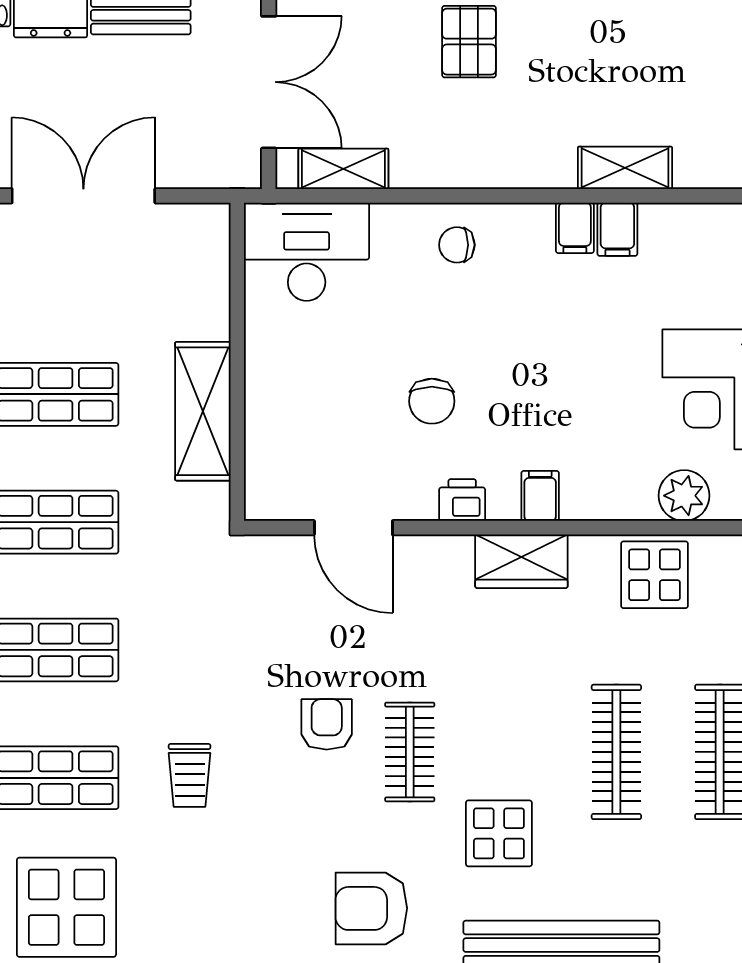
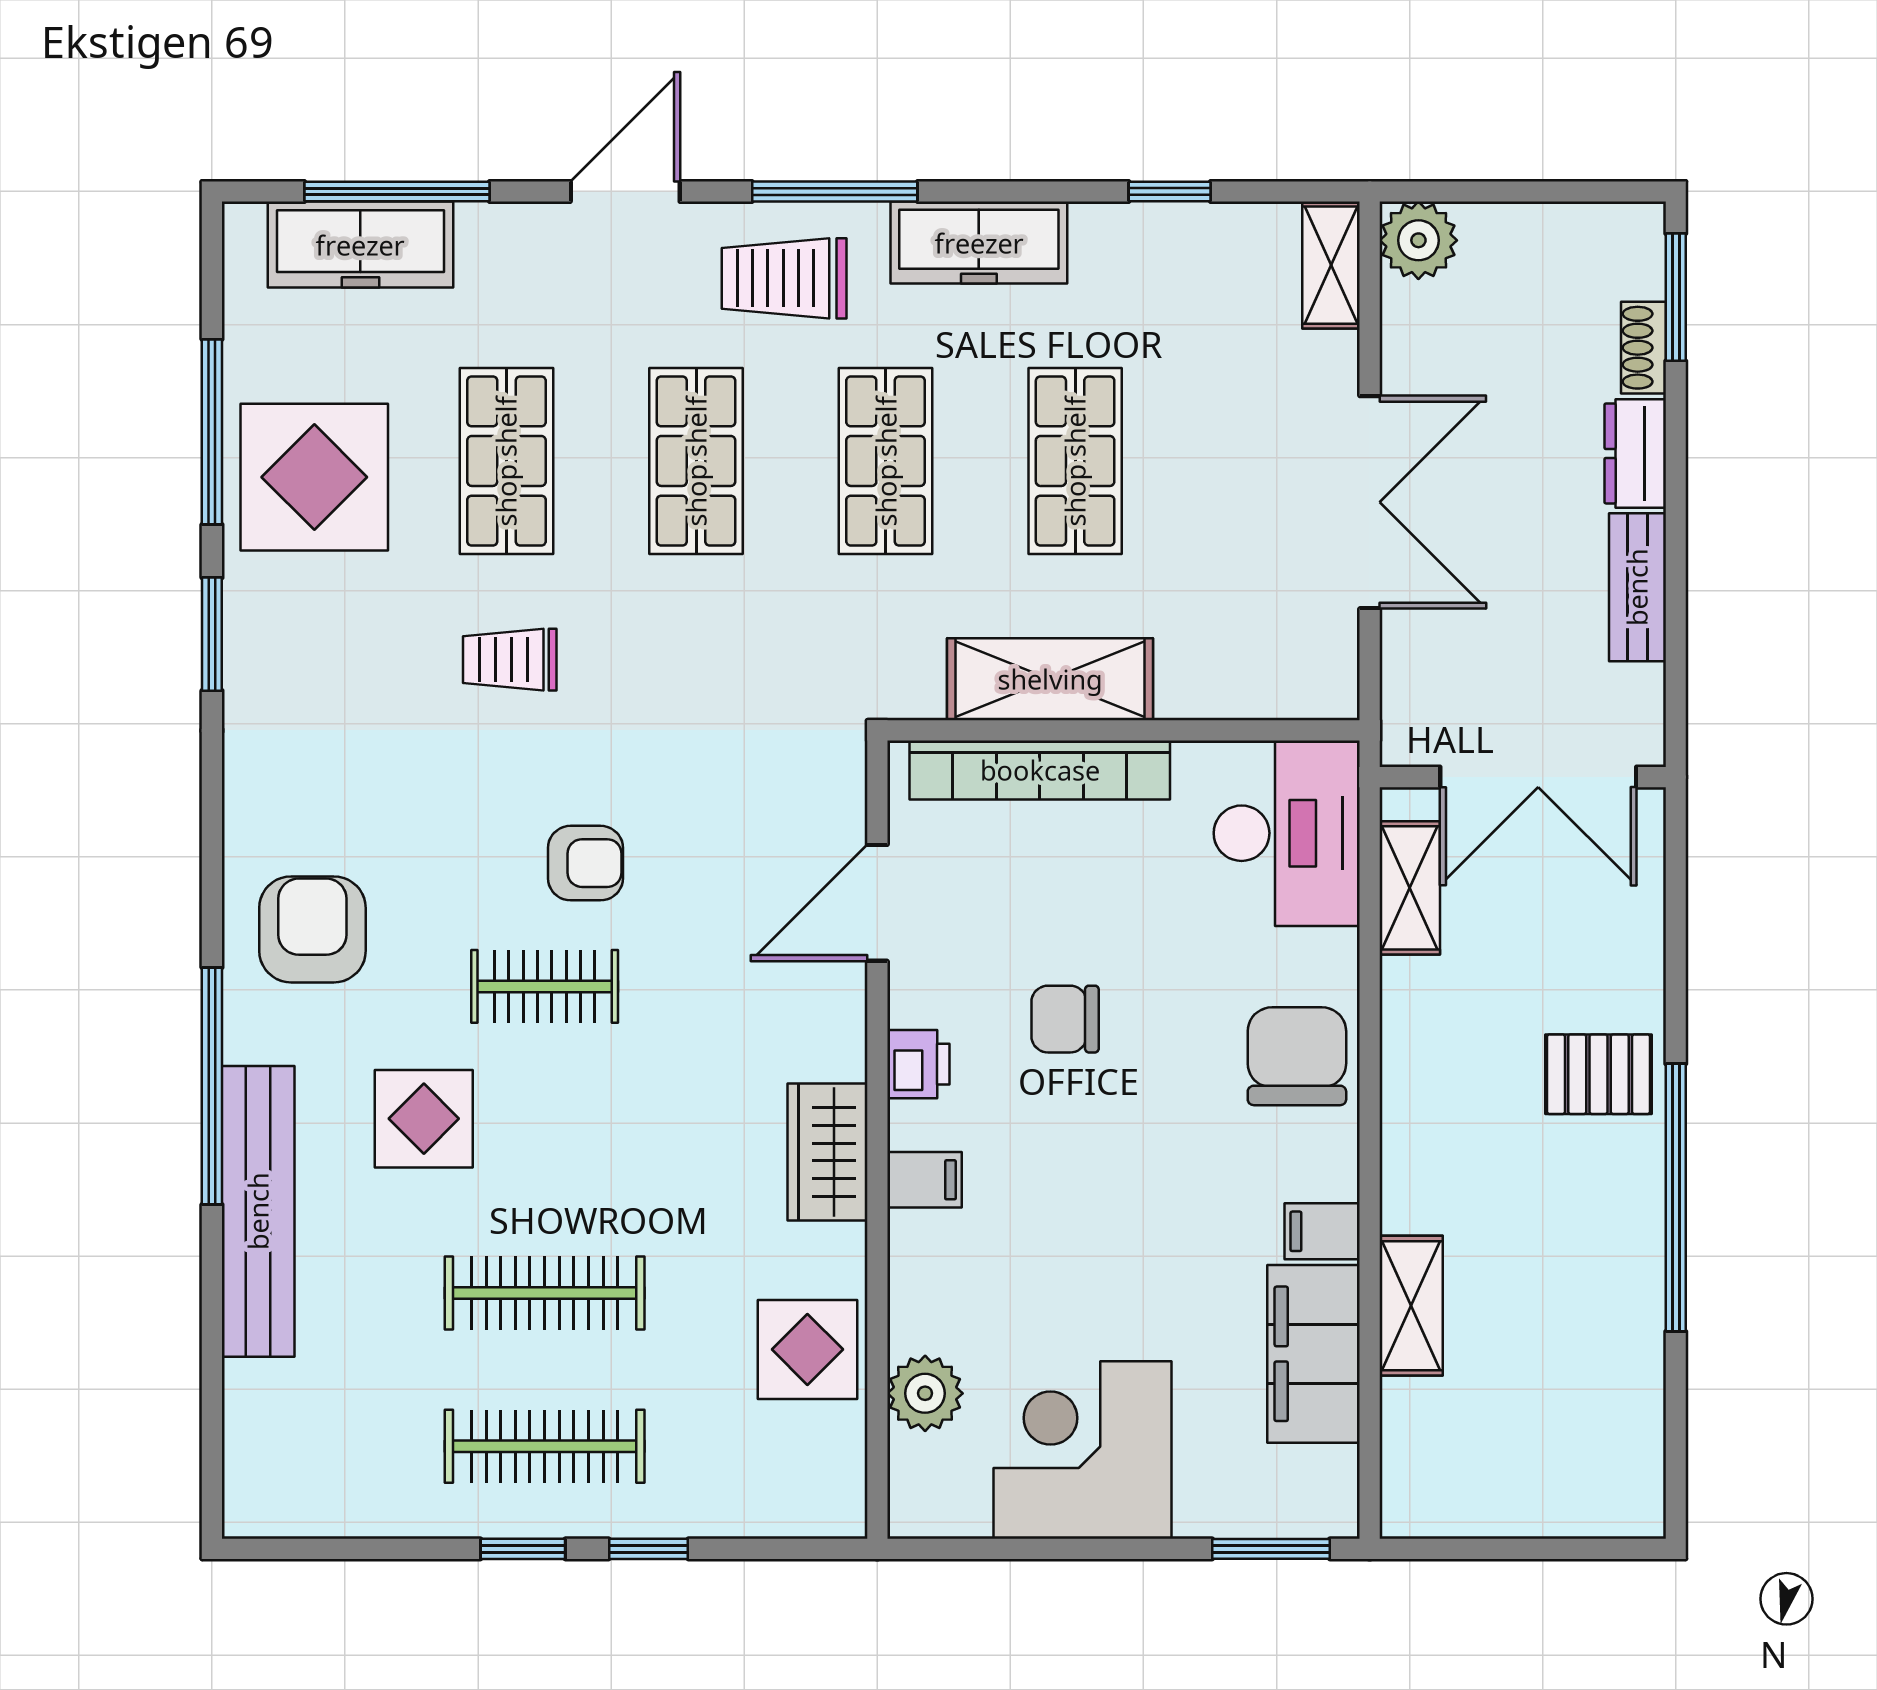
filing cabinet: (617, 229) -> (1314, 1354), width x3.00, depth x1.17
chair: (457, 245) -> (1297, 1056), width x1.87, depth x1.87
bookcase: (264, 418) -> (1040, 770), added

